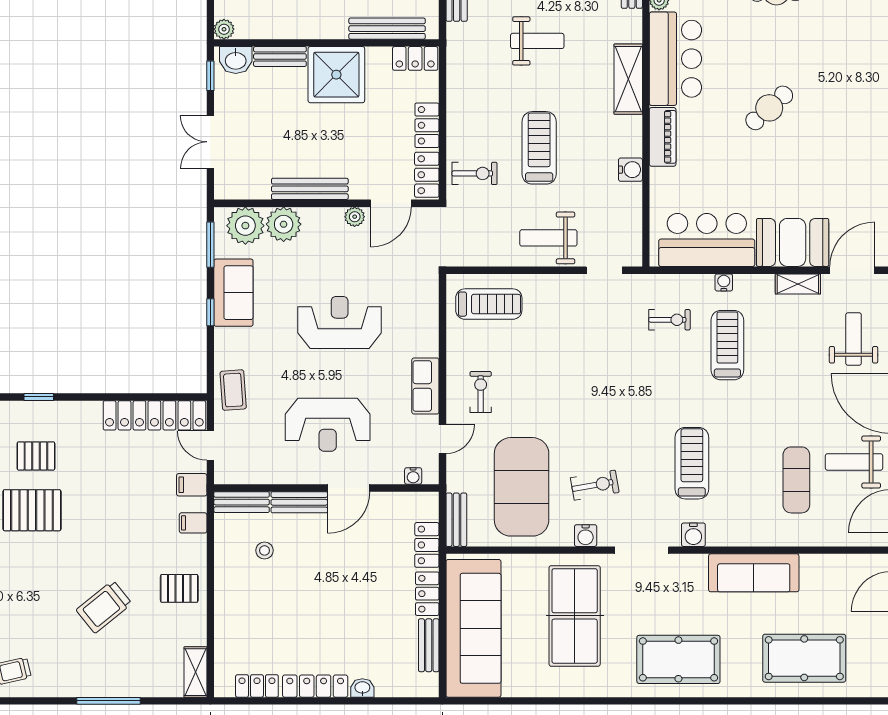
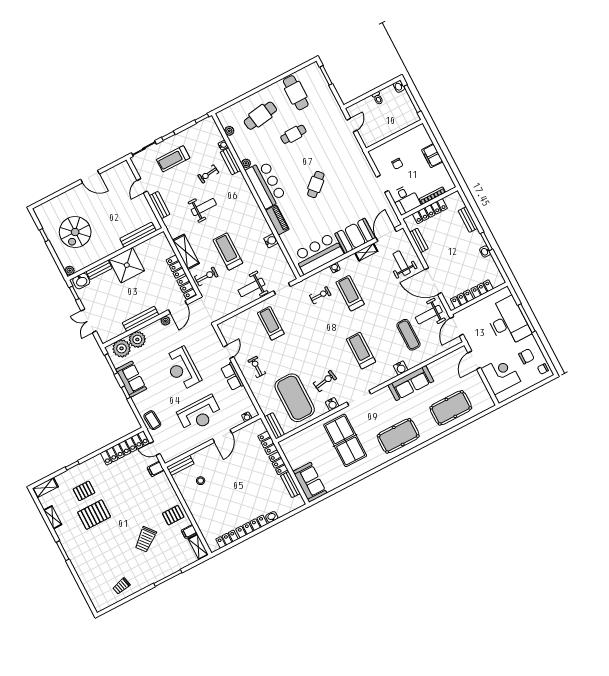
locker: (415, 58) -> (156, 241), removed
shelving: (628, 79) -> (186, 252), moved
treadmill: (489, 304) -> (271, 323), moved, turned -90
reception desk: (340, 322) -> (182, 368), turned -90
door: (442, 439) -> (228, 352), moved
bench: (299, 502) -> (205, 453), removed
filing cabinet: (193, 523) -> (189, 532), moved
water cooler: (693, 535) -> (401, 368), moved
sofa: (473, 628) -> (310, 482), width x0.54, depth x0.79

